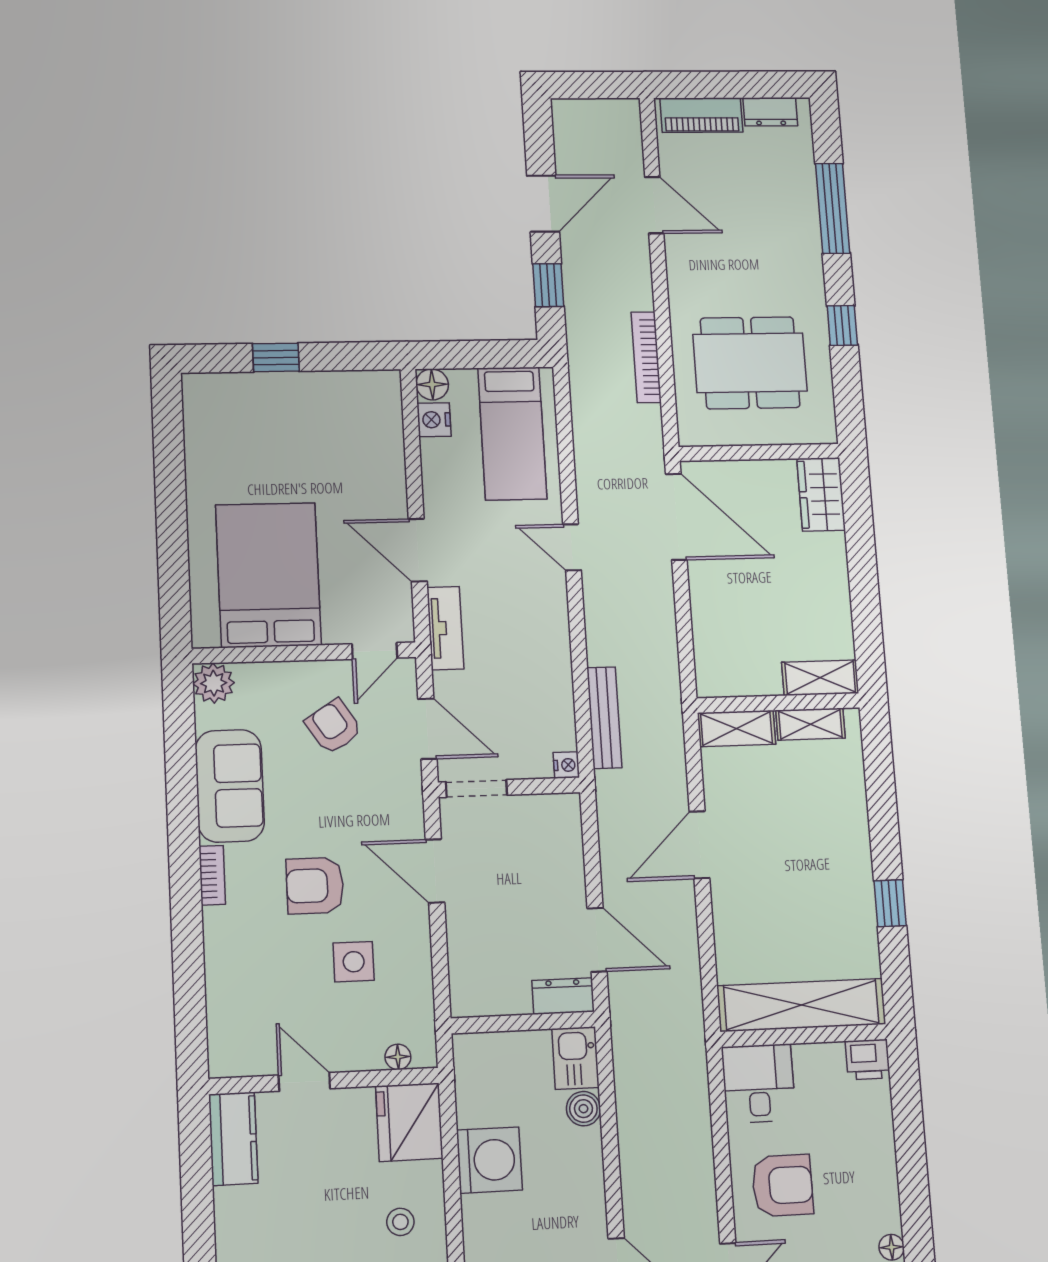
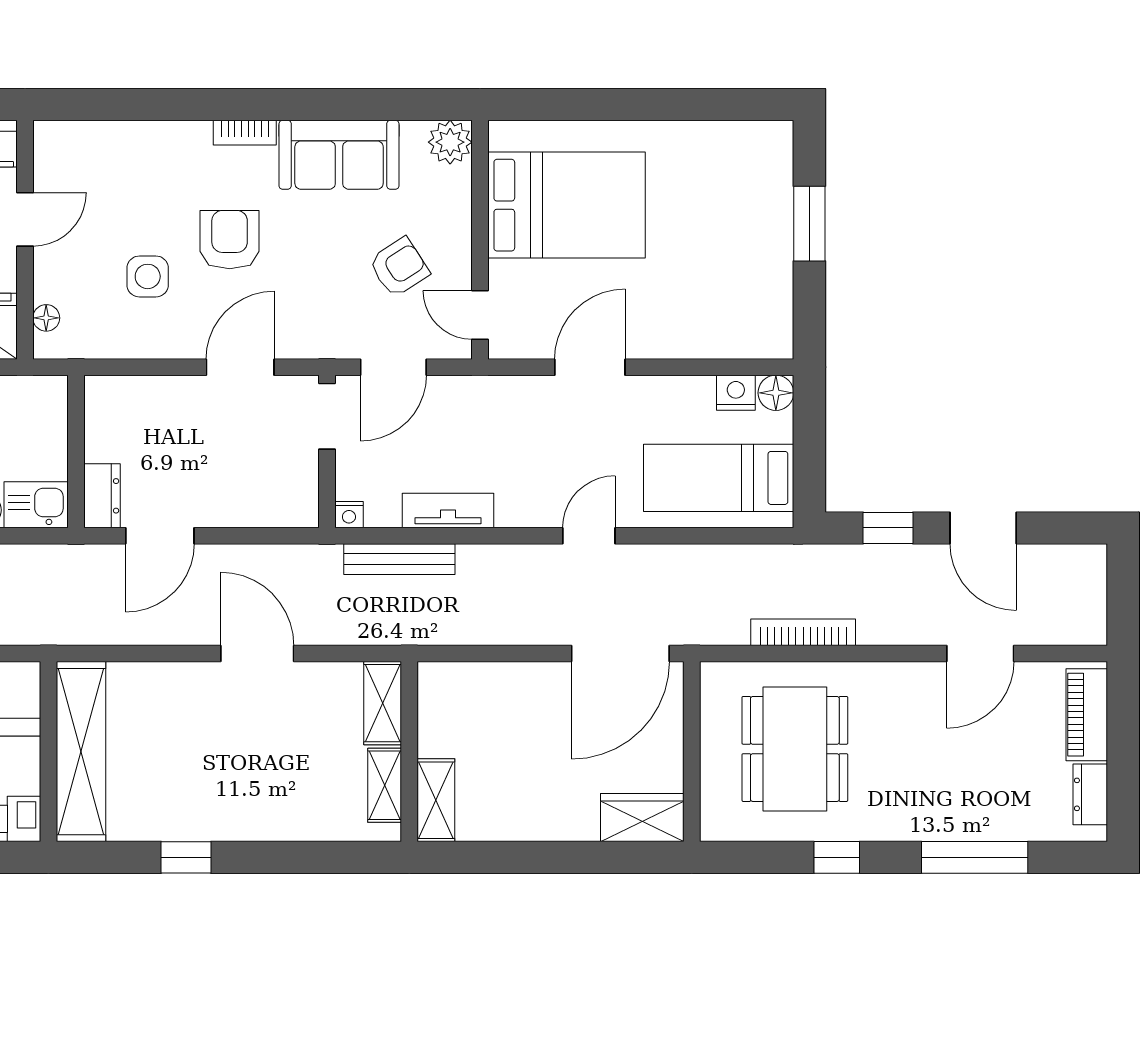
window: (276, 357) -> (809, 224), width x1.50
tv unit: (445, 628) -> (448, 511), moved, turned 180

